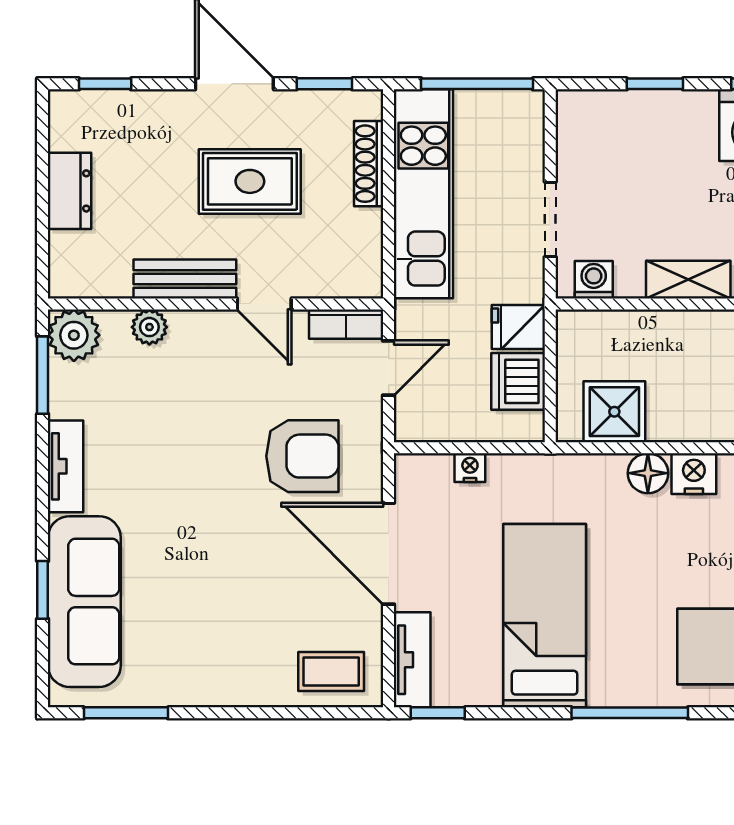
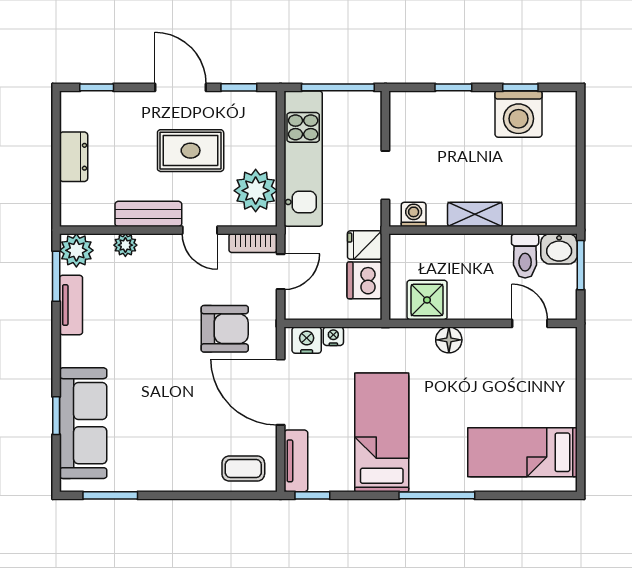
shoe rack: (369, 164) -> (268, 139), removed
plant: (350, 243) -> (256, 191), added
tv unit: (66, 466) -> (71, 305), moved
nightstand: (694, 474) -> (307, 340), moved

